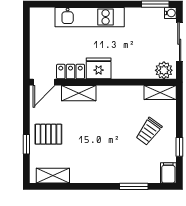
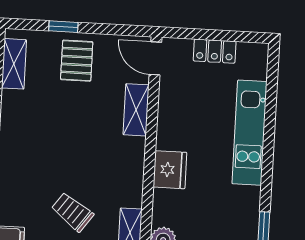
fridge: (99, 68) -> (170, 170), moved
locker: (71, 72) -> (215, 51), moved, turned 90

